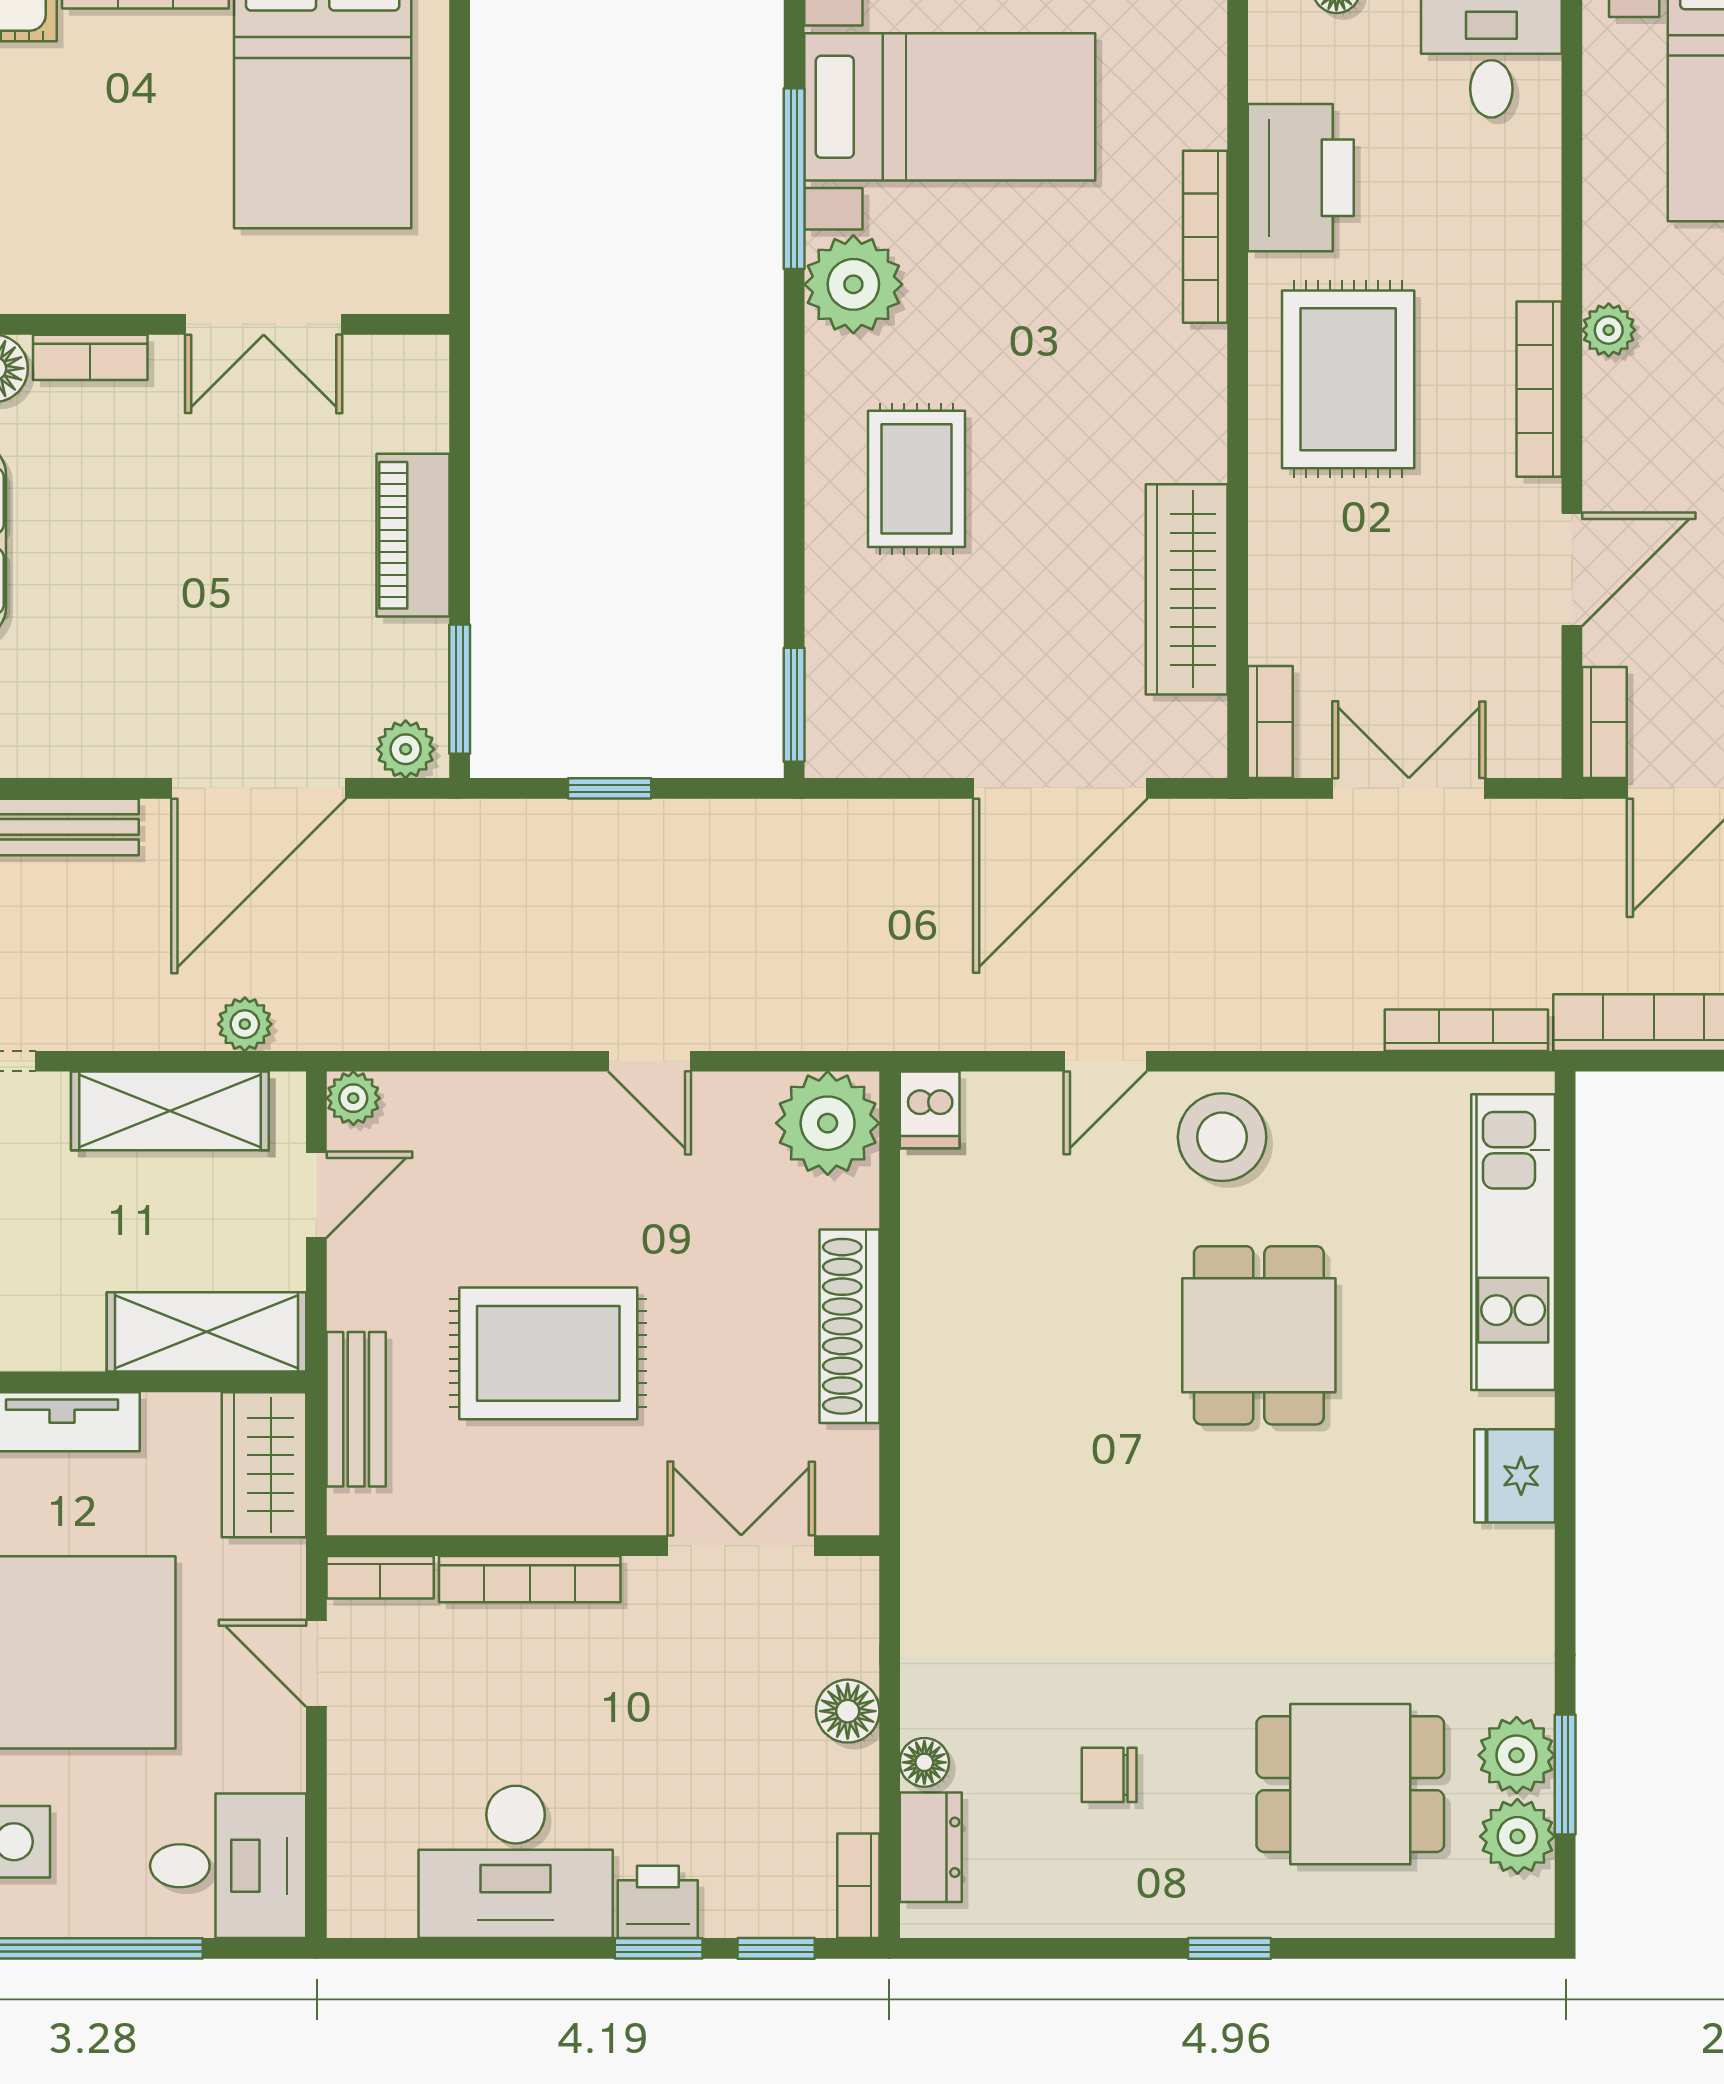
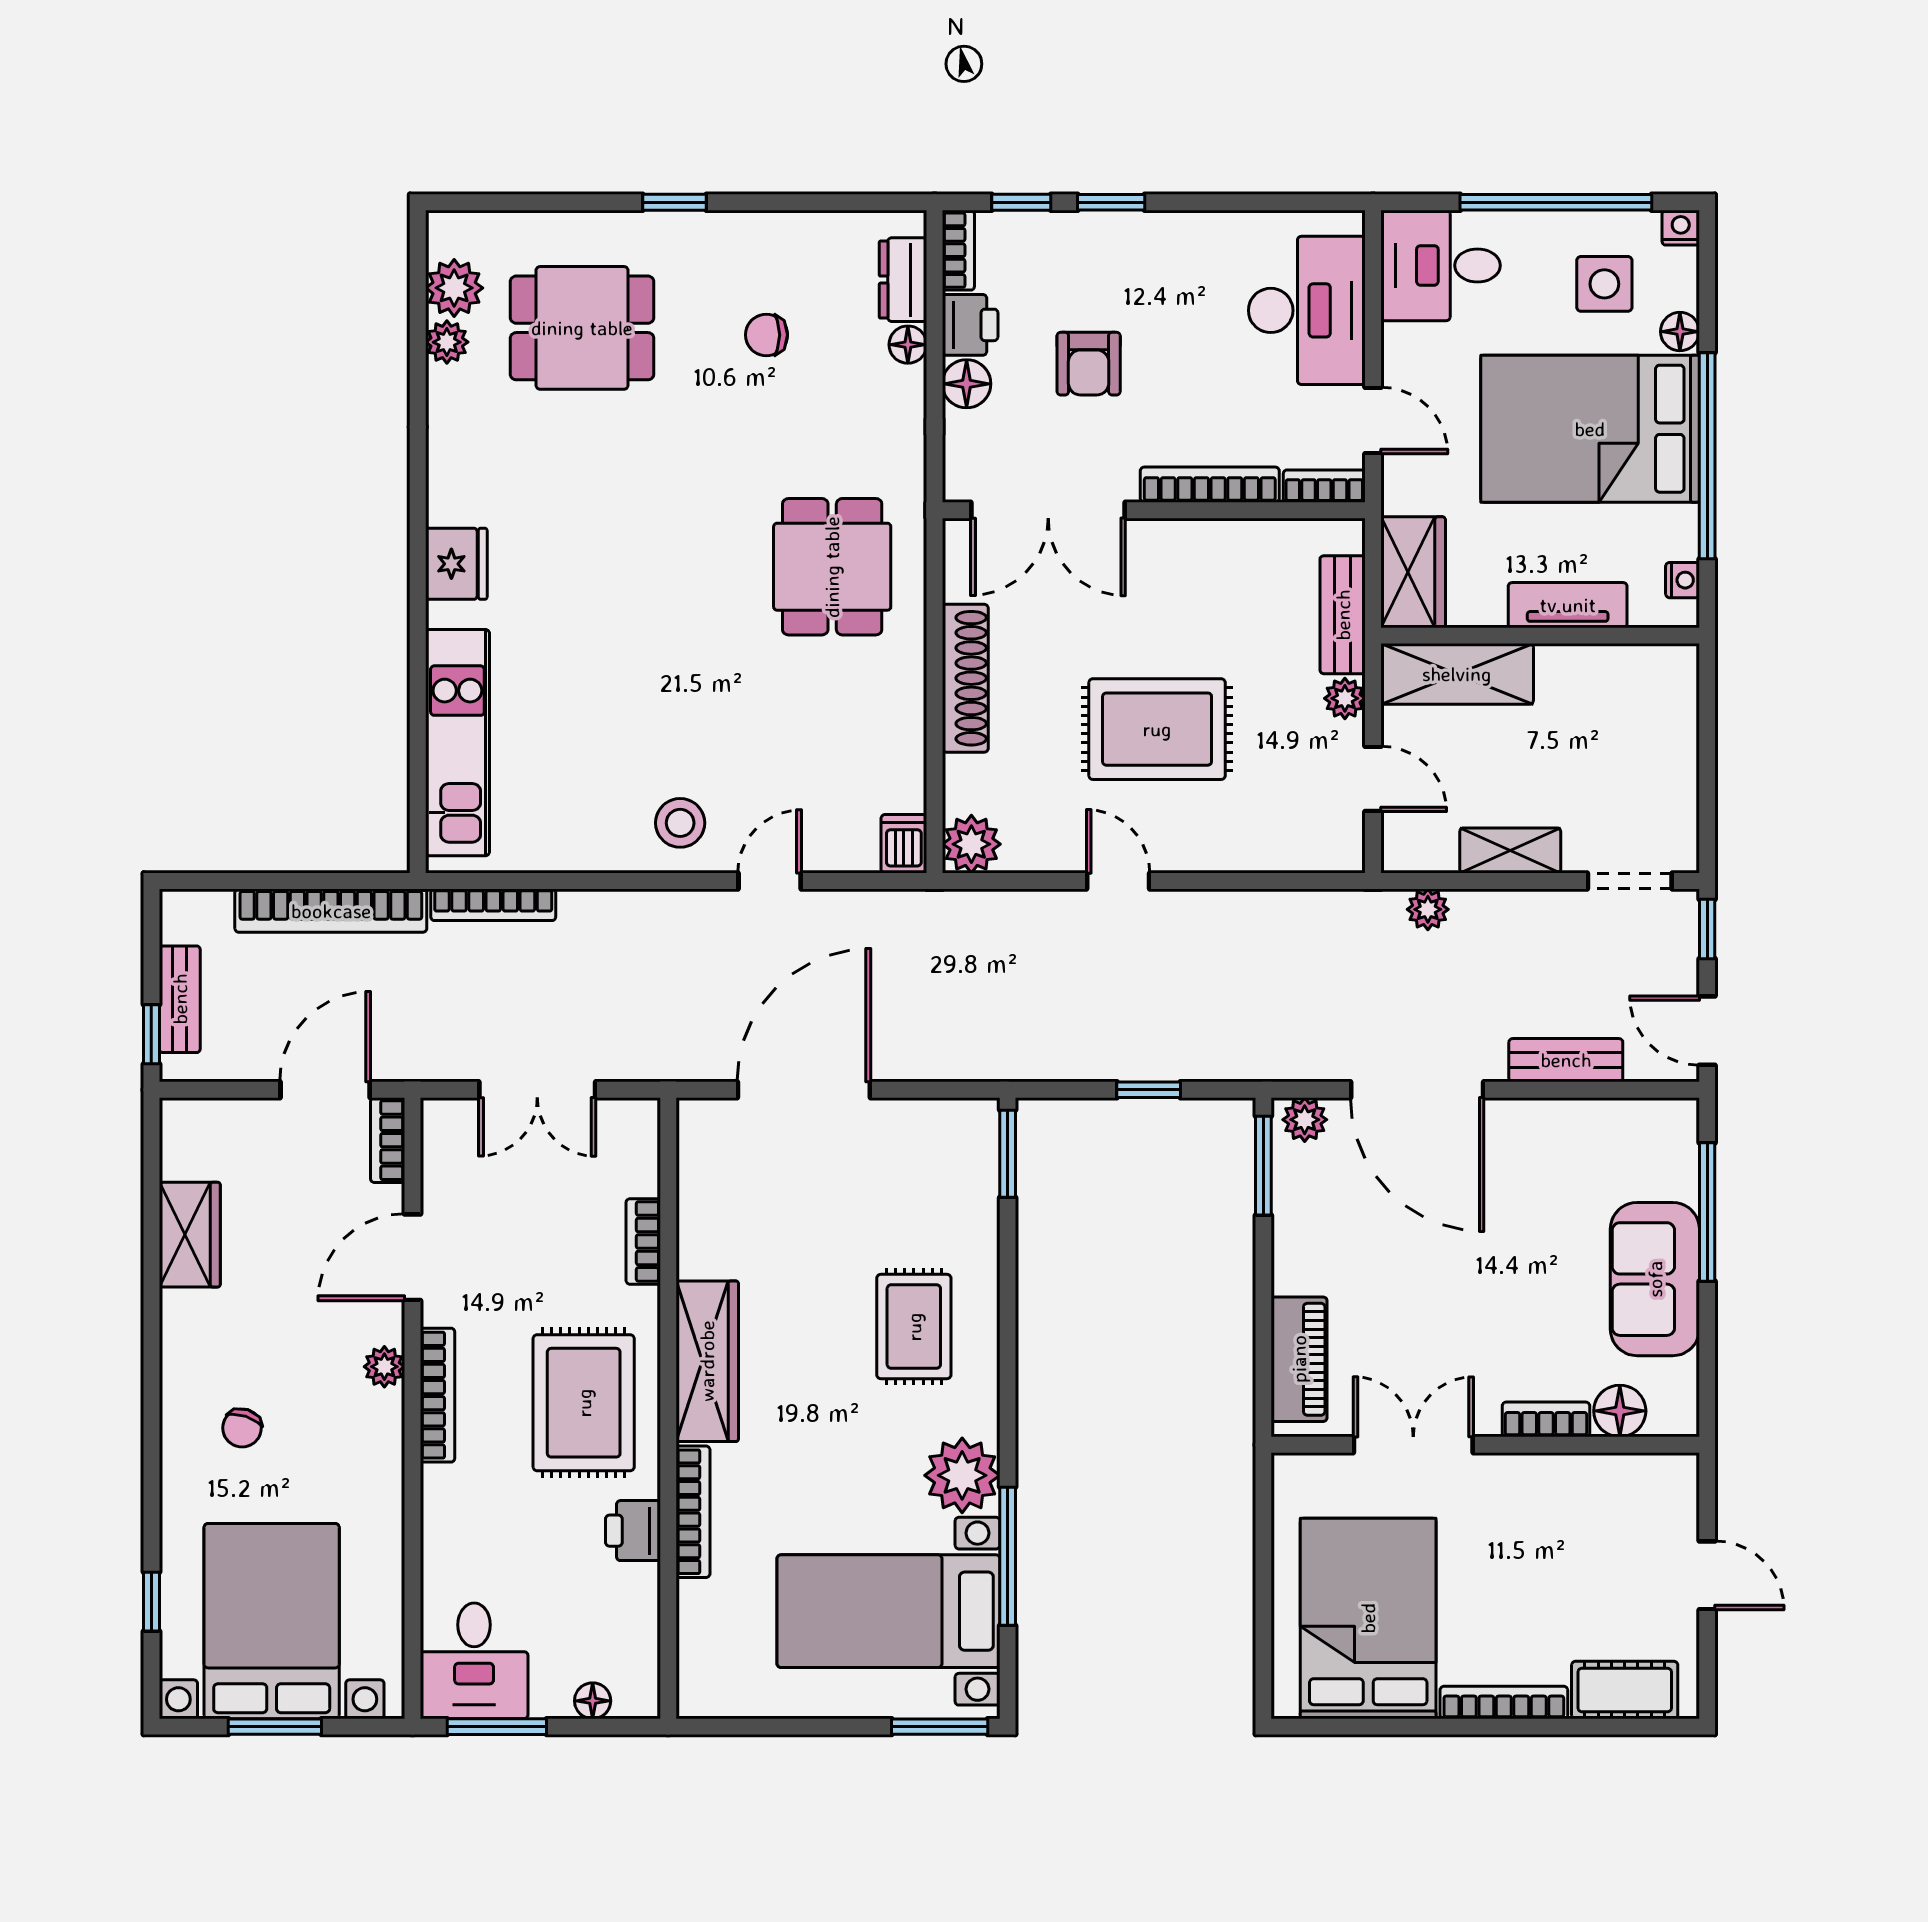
printer: (1301, 178) -> (633, 1531), width x0.53, depth x0.68
plant: (1609, 330) -> (384, 1367), moved
piano: (413, 535) -> (1299, 1359), moved
wardrobe: (1187, 589) -> (707, 1361), moved
bookcase: (1270, 722) -> (643, 1241), moved
door: (259, 788) -> (1417, 1090), swing flipped
plant: (353, 1098) -> (1345, 698), moved
shelving: (170, 1111) -> (1510, 850), width x0.67, depth x0.75
plant: (828, 1123) -> (971, 844), width x0.73, depth x0.73
stool: (1222, 1137) -> (680, 823), width x0.73, depth x0.73
door: (316, 1195) -> (1373, 779), swing flipped
dining table: (1259, 1335) -> (832, 567), moved
rug: (548, 1353) -> (1157, 729), moved
double door: (741, 1546) -> (1048, 510), width x1.37
armchair: (688, 1737) -> (1089, 364), added
plant: (1517, 1755) -> (447, 342), width x0.73, depth x0.73
chair: (1109, 1775) -> (766, 335), turned 180
window: (1565, 1775) -> (418, 335), removed
desk: (516, 1862) -> (1307, 310), moved, turned 90
printer: (658, 1902) -> (970, 325), moved, turned -90

